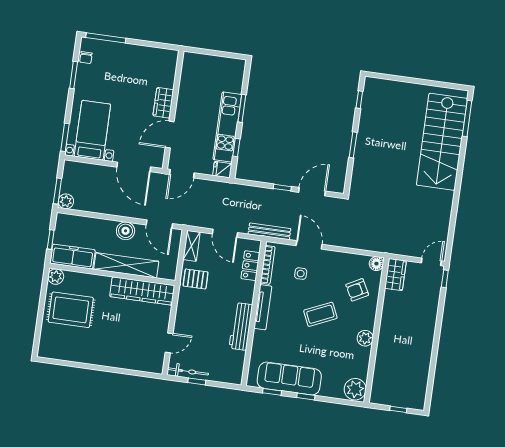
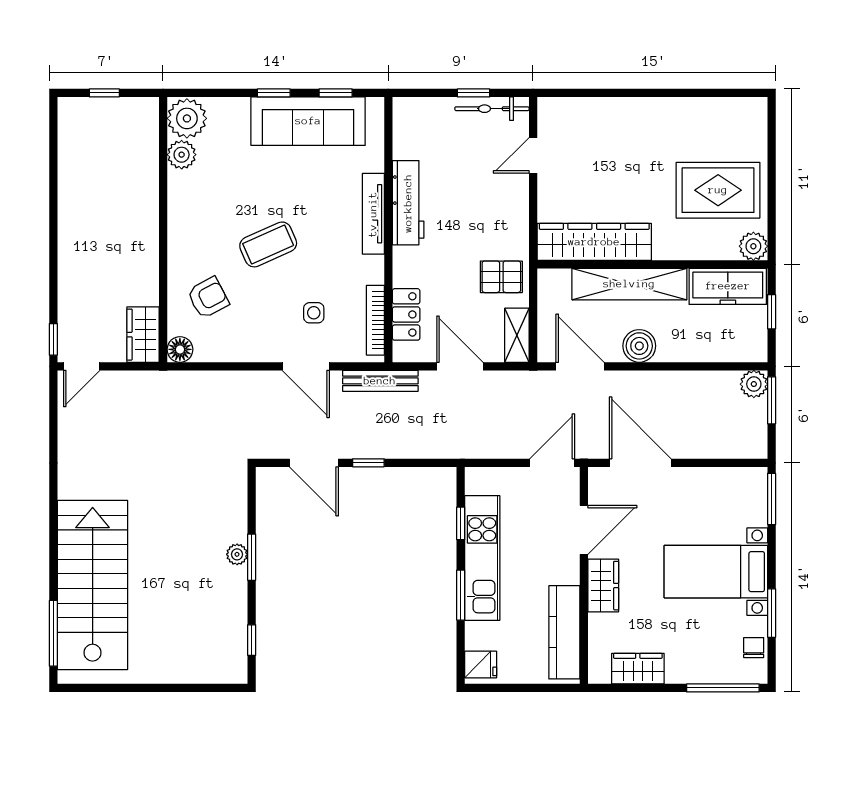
wardrobe: (151, 55) -> (638, 669), added
kitchen counter: (188, 80) -> (564, 632), added
bed with nightstands: (92, 130) -> (716, 572), moved, turned 90
plant: (361, 148) -> (237, 554), added
fridge: (222, 170) -> (481, 664), moved
door: (312, 192) -> (314, 463), hinge flipped
tv unit: (263, 307) -> (373, 214), moved
plant: (365, 338) -> (182, 155), moved

